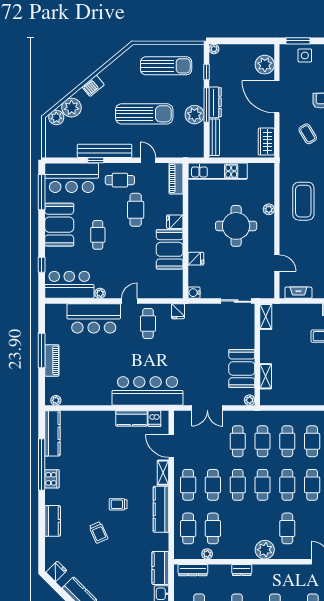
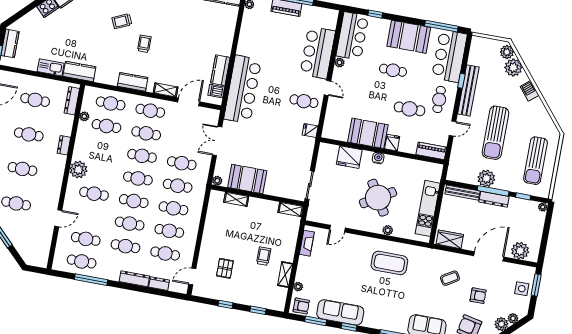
kitchen unit: (218, 171) -> (428, 208), moved
round table: (236, 226) -> (378, 198), turned -31
fridge: (196, 259) -> (349, 157), width x1.88, depth x1.34
water cooler: (194, 293) -> (378, 158), moved
kitchen counter: (161, 509) -> (133, 82), width x0.67

